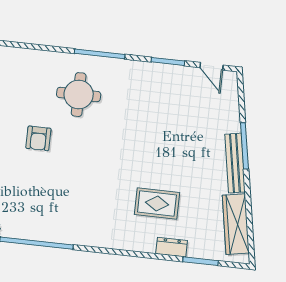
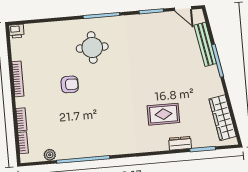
armchair: (38, 138) -> (70, 84), turned -90
bench: (235, 163) -> (205, 44), moved

